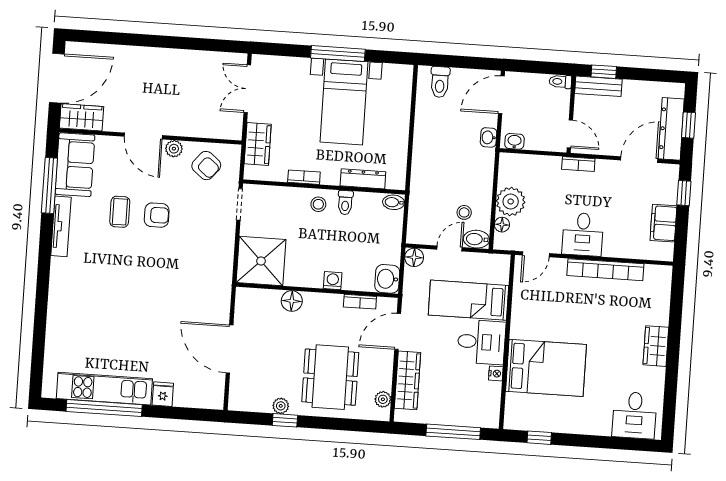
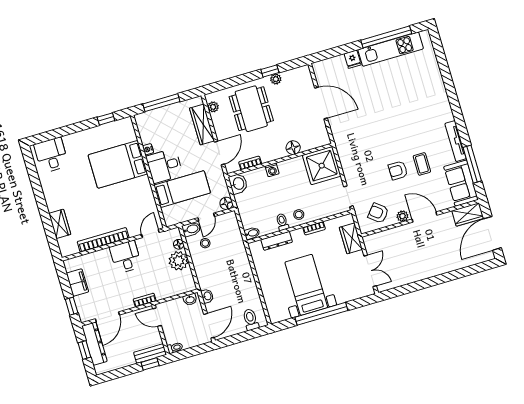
window: (338, 54) -> (321, 314), width x1.46
wardrobe: (656, 346) -> (60, 224), moved

